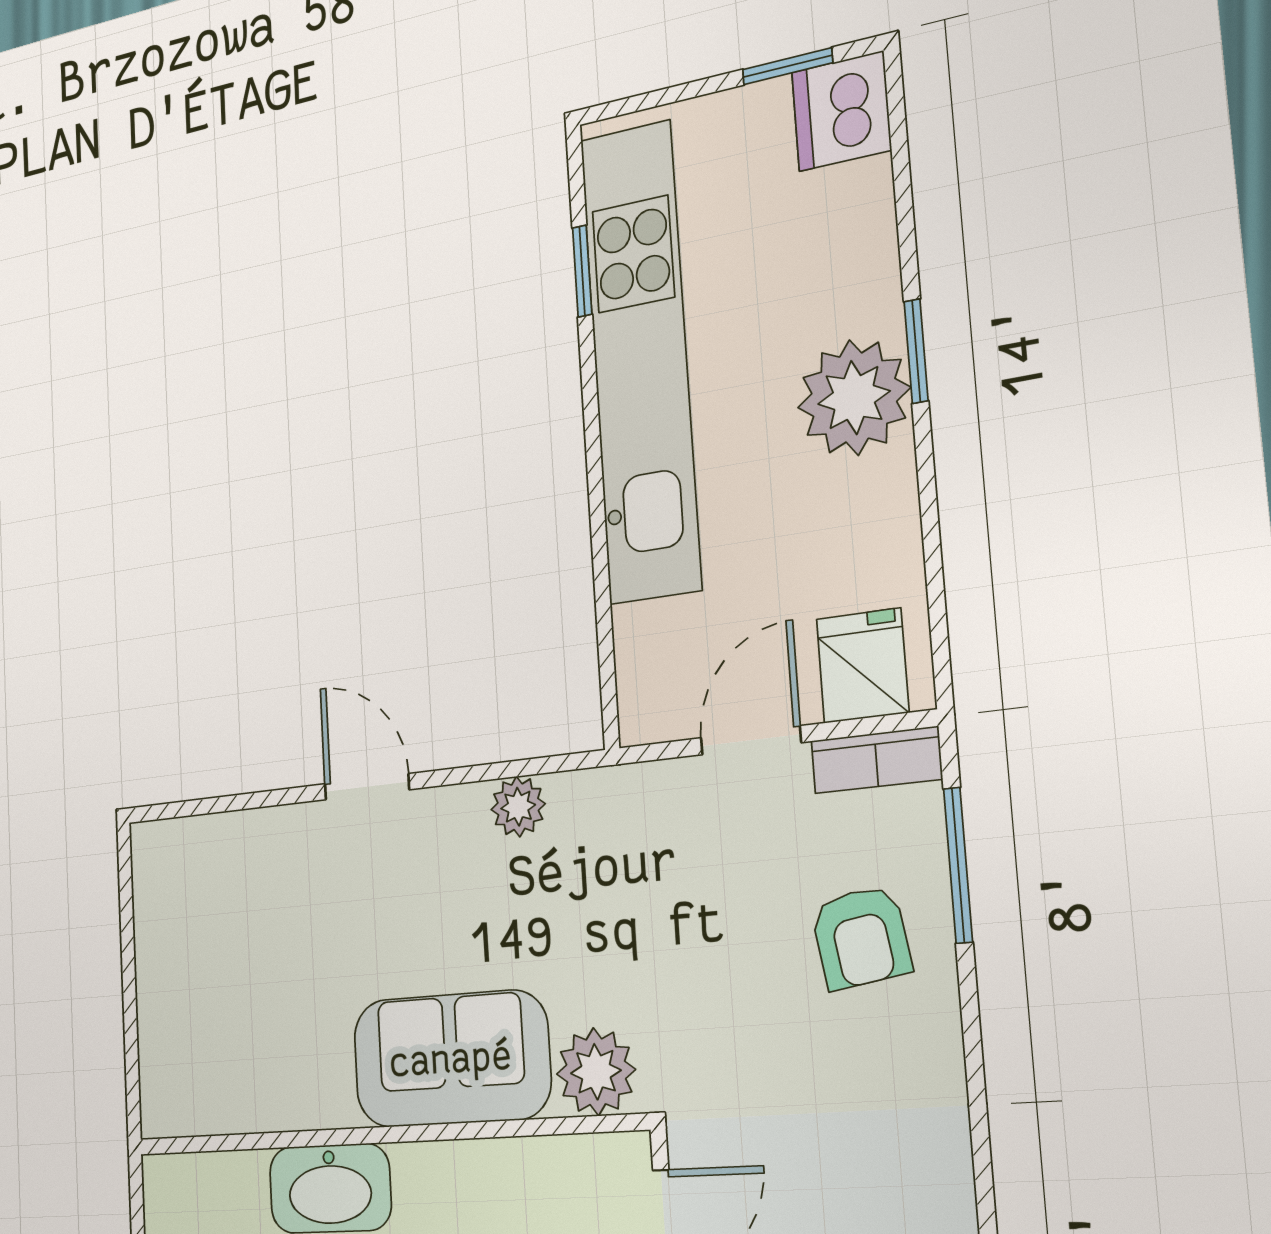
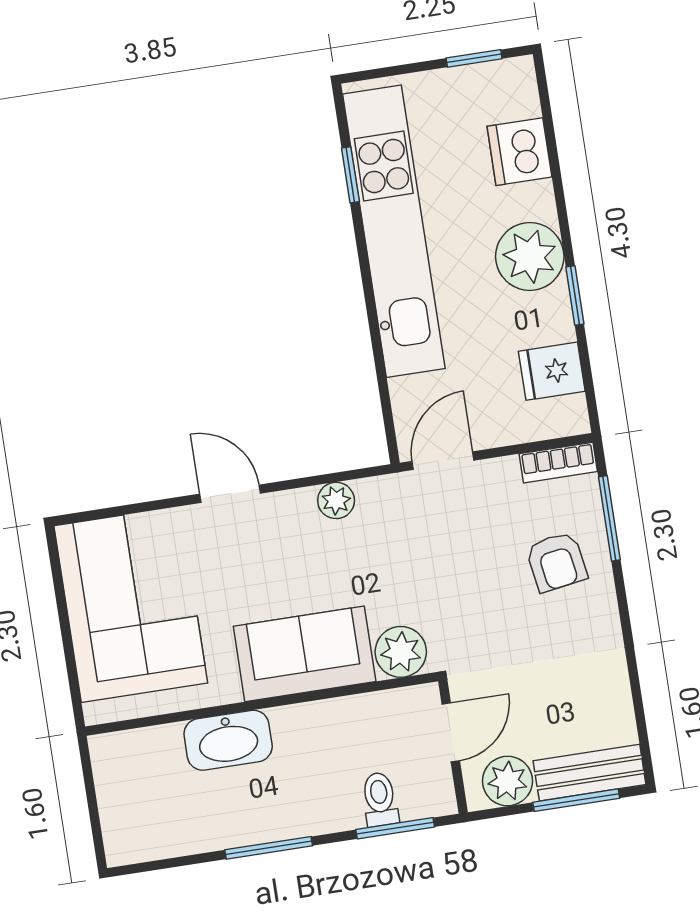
dishwasher: (841, 111) -> (519, 152), moved
window: (916, 351) -> (575, 295), moved
fridge: (863, 666) -> (552, 371), moved, turned -90
door: (751, 740) -> (443, 461), moved
corner sofa: (217, 953) -> (131, 604), added

